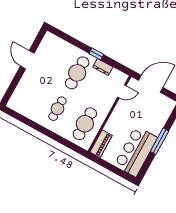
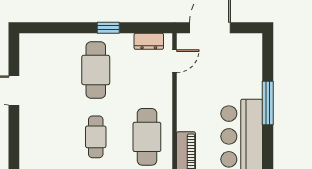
dresser: (103, 67) -> (149, 41), moved

